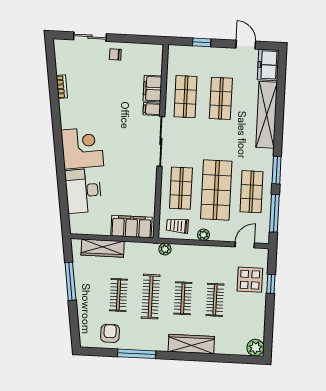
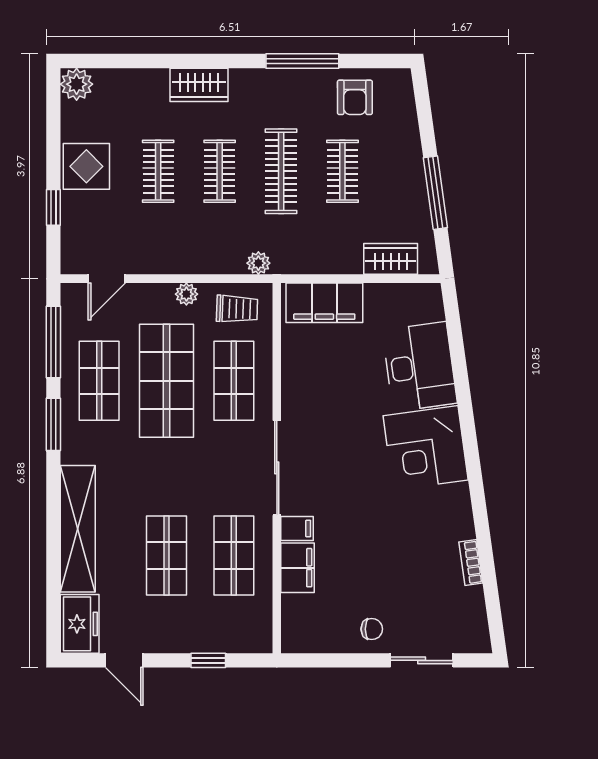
wardrobe: (103, 248) -> (391, 259), width x0.67
display table: (250, 280) -> (86, 166), moved
wardrobe: (191, 344) -> (199, 85), width x0.67

